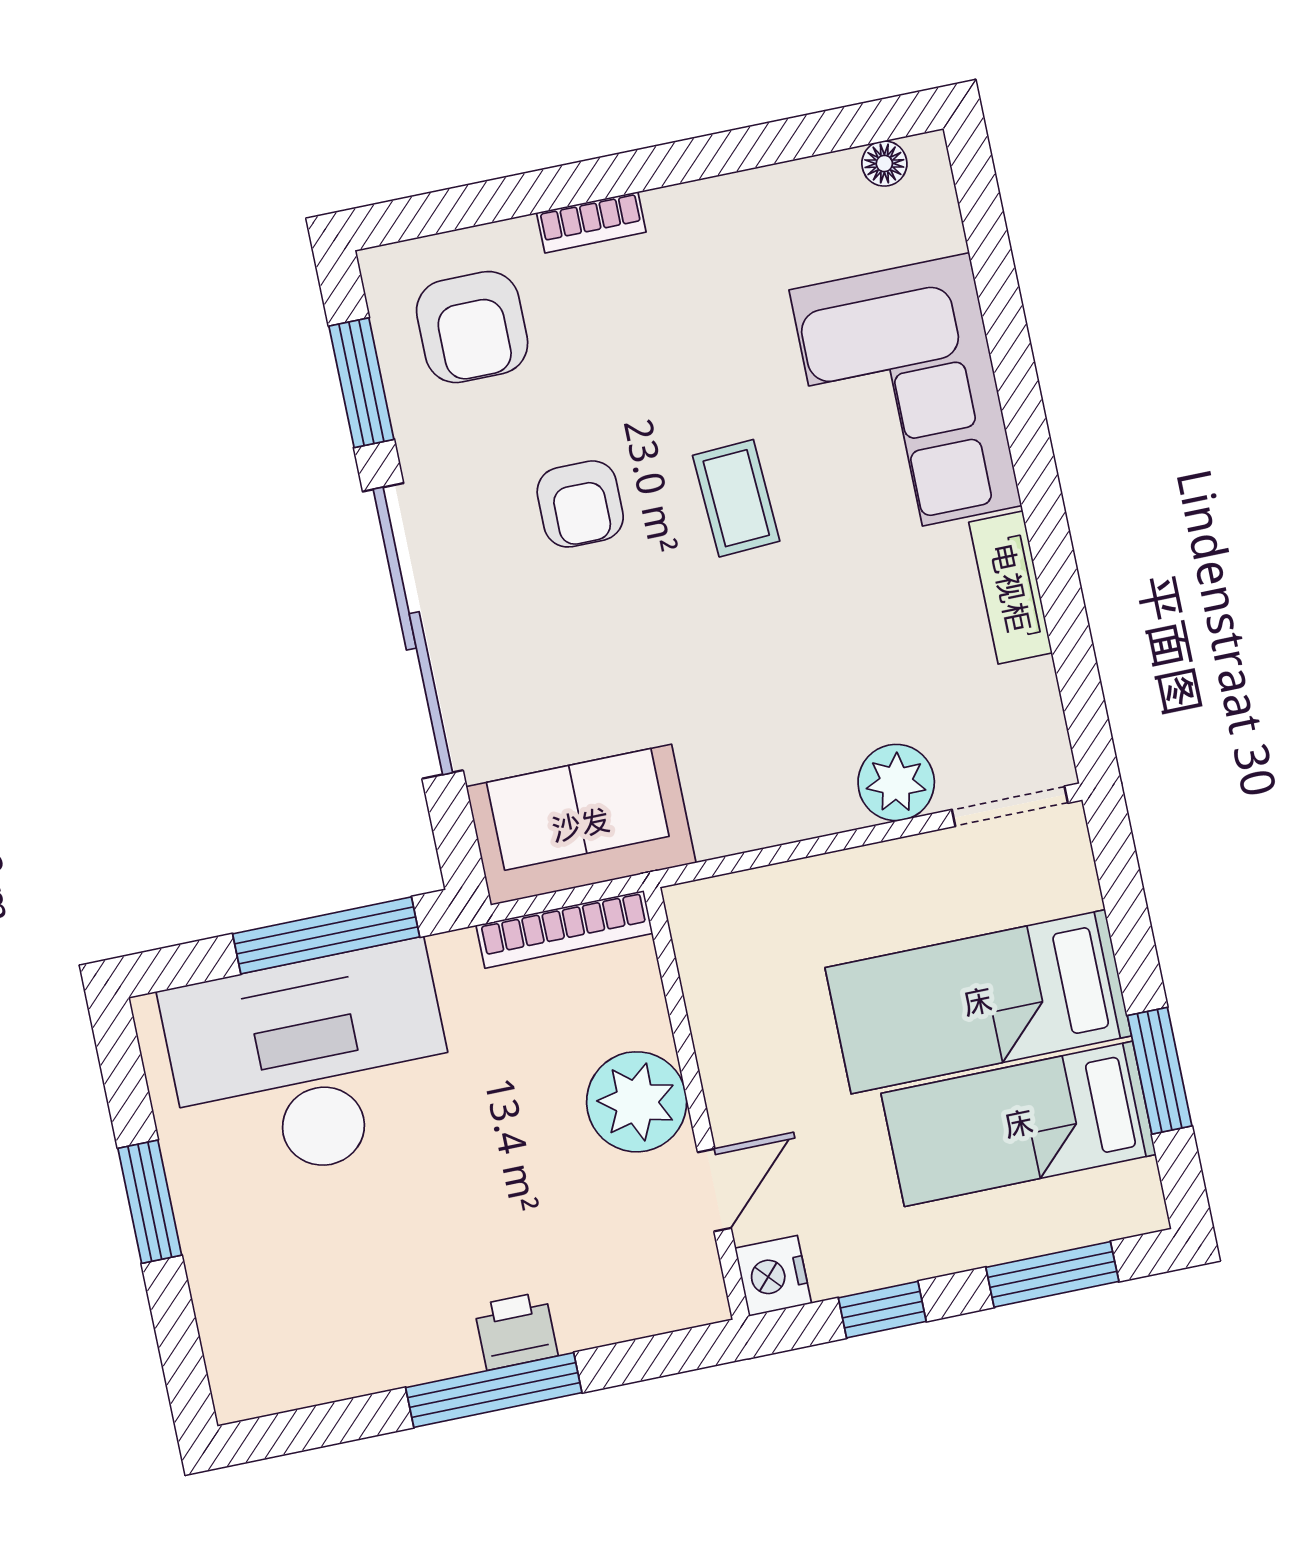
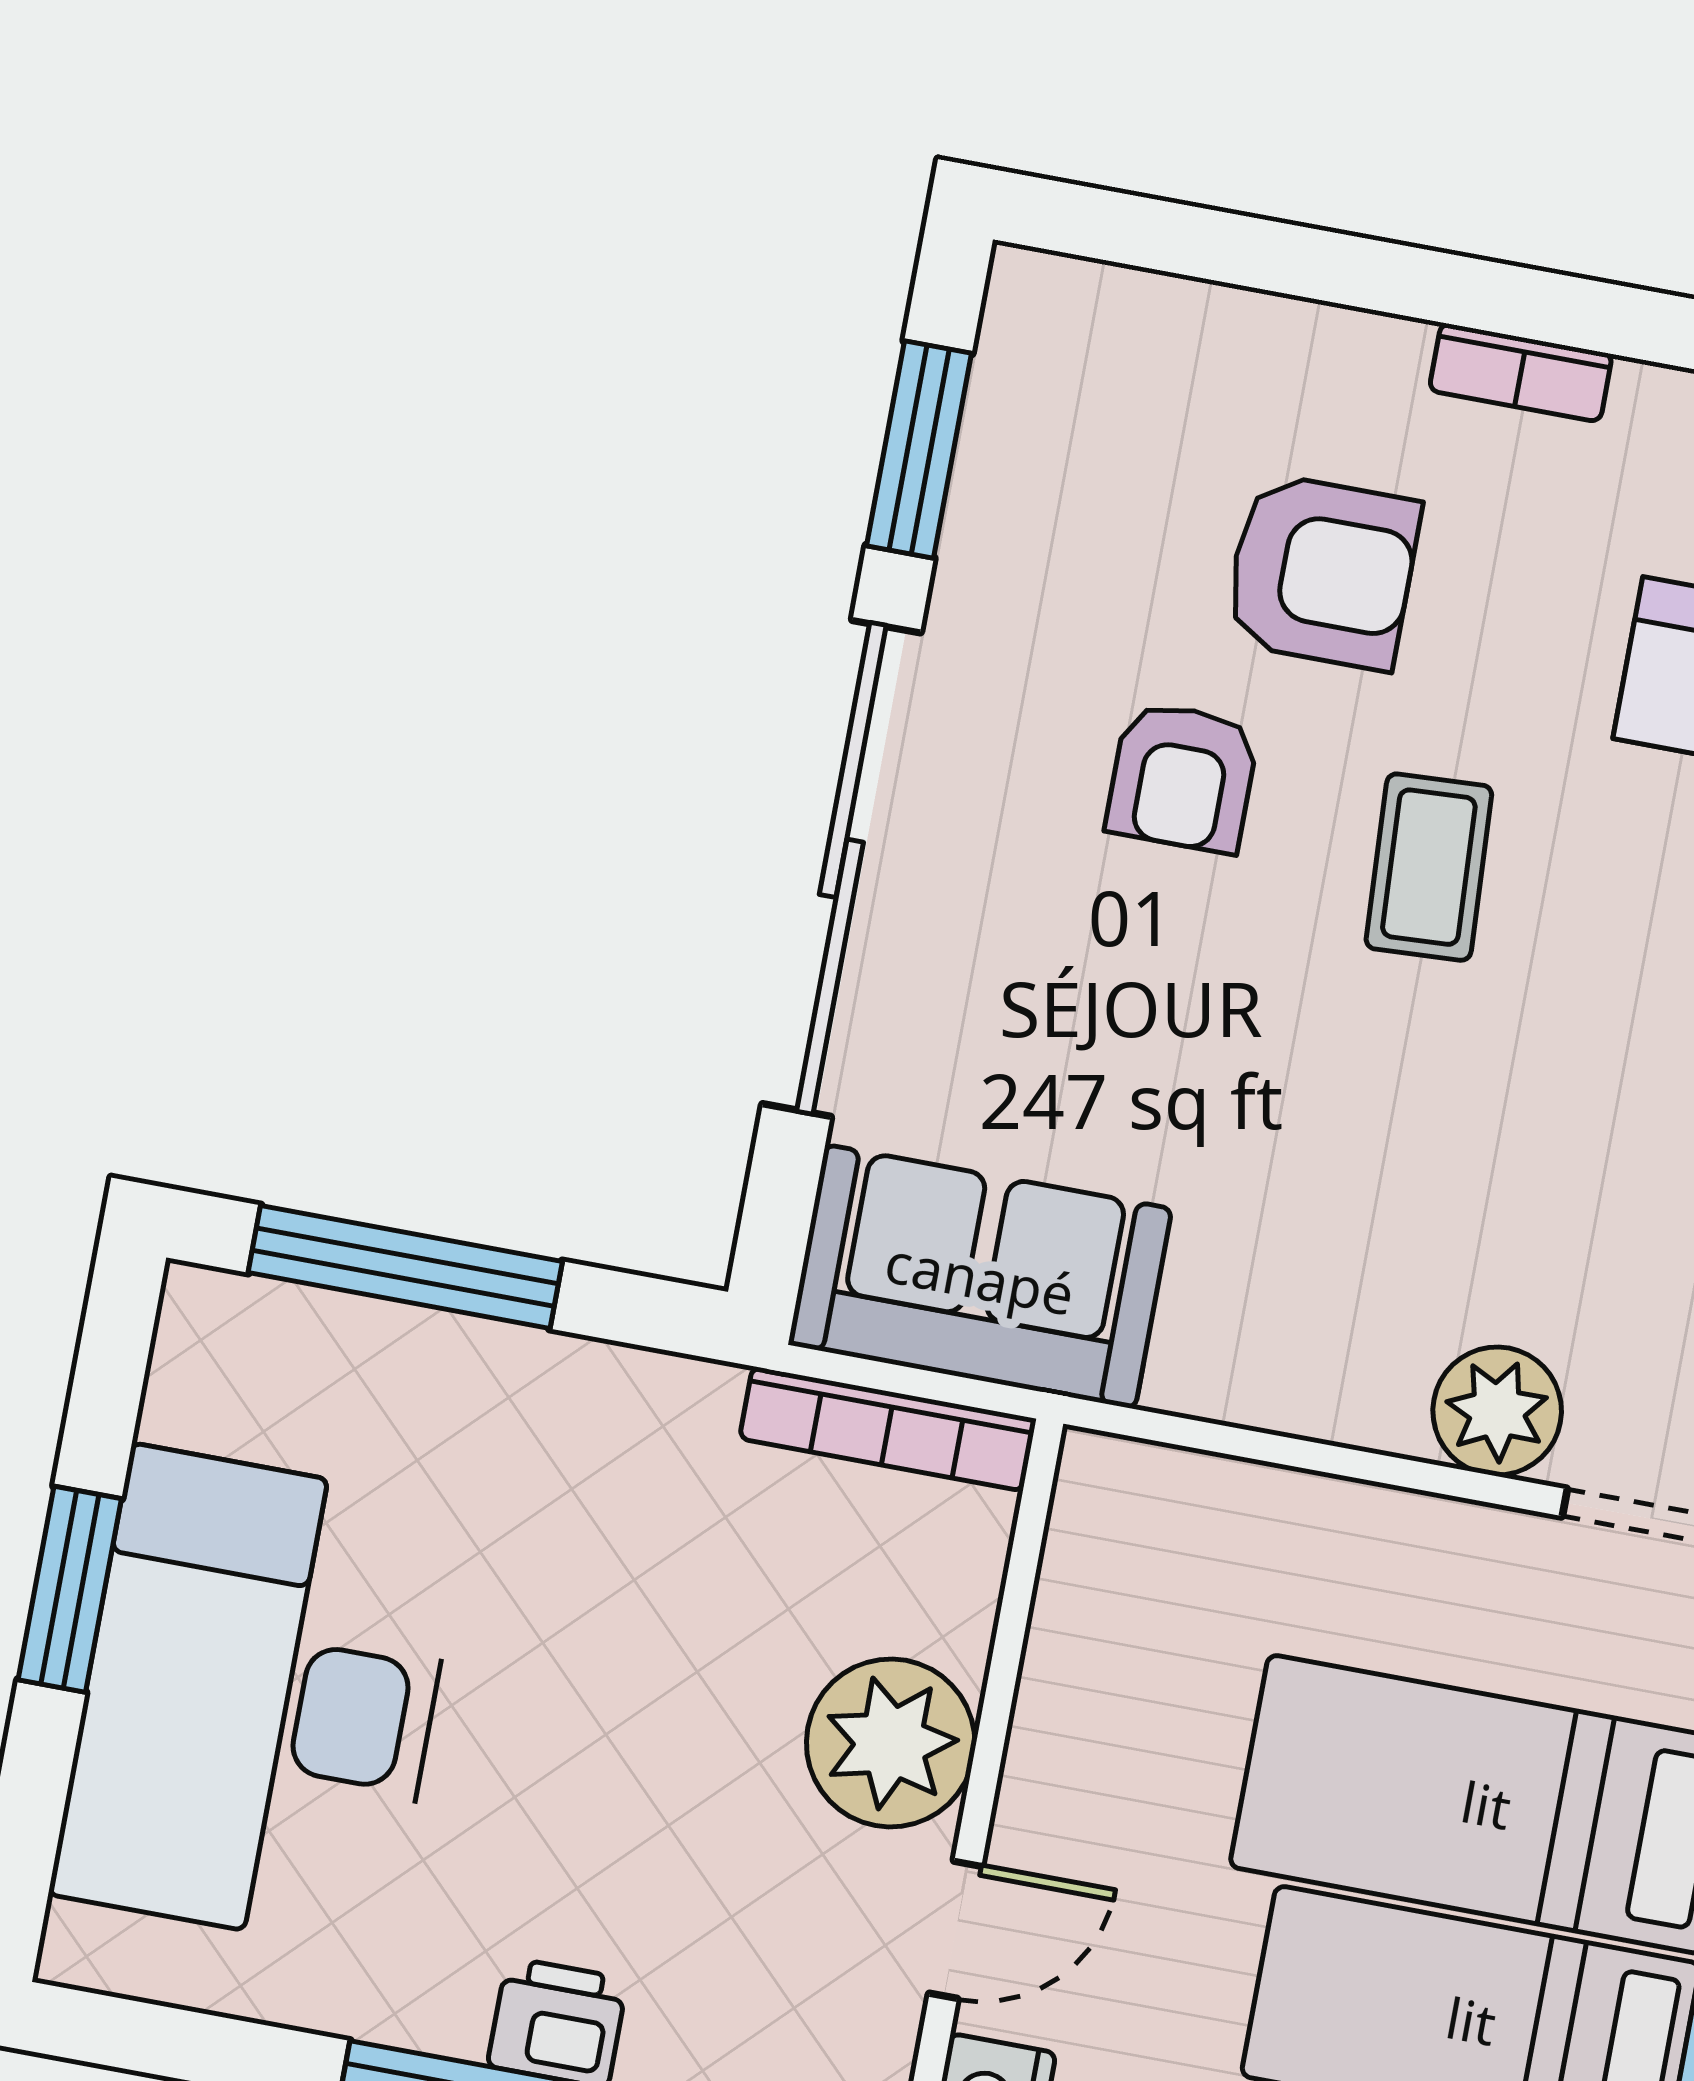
bookcase: (591, 222) -> (1521, 372), moved
armchair: (472, 327) -> (1322, 572), moved, turned -90
window: (326, 935) -> (405, 1267), moved
desk: (311, 1064) -> (259, 1700), moved, turned -90

